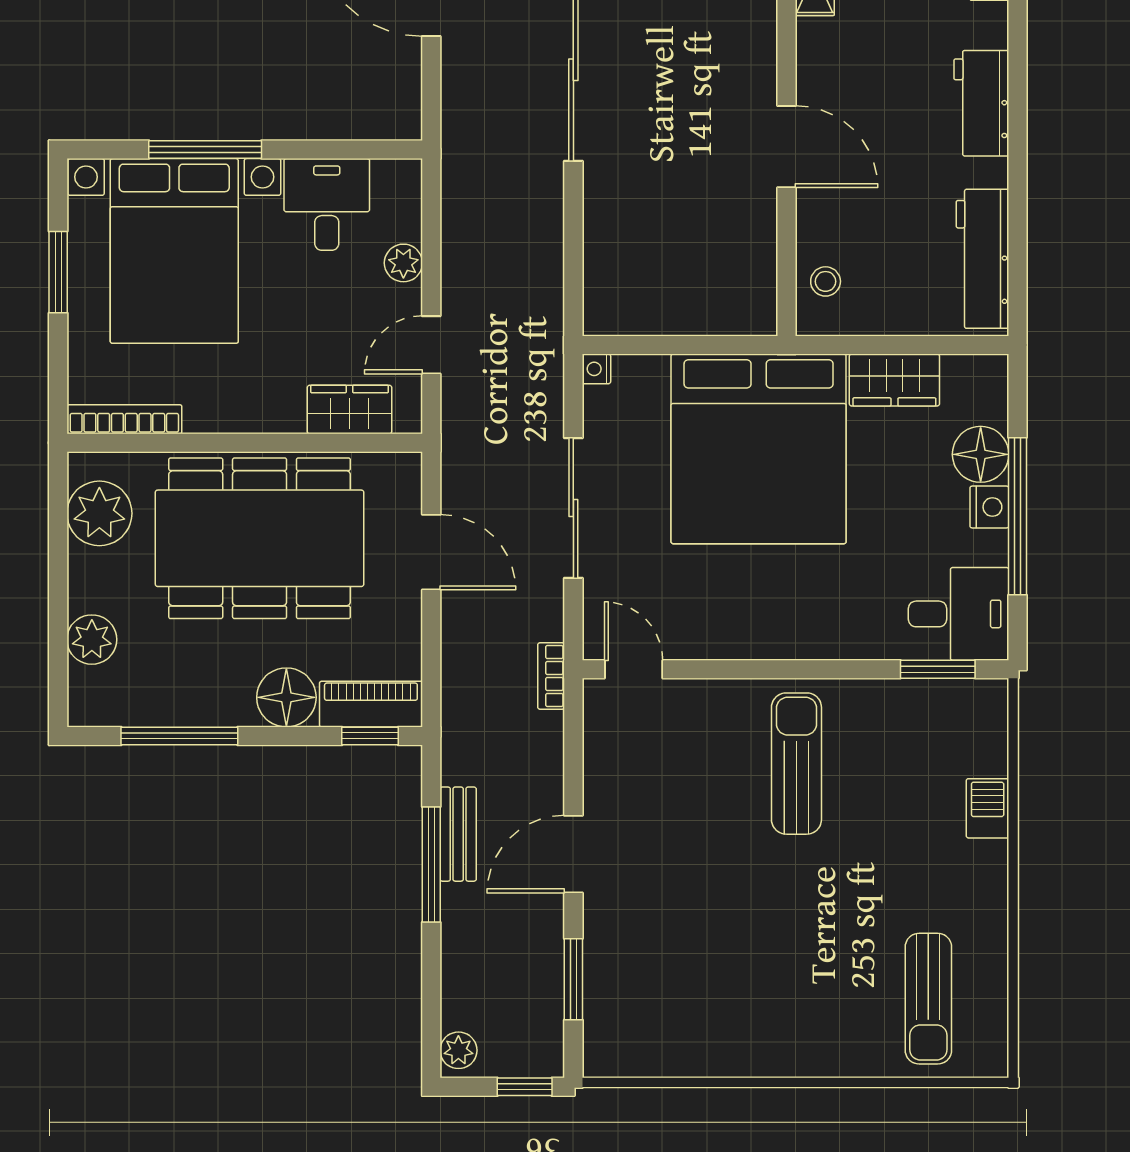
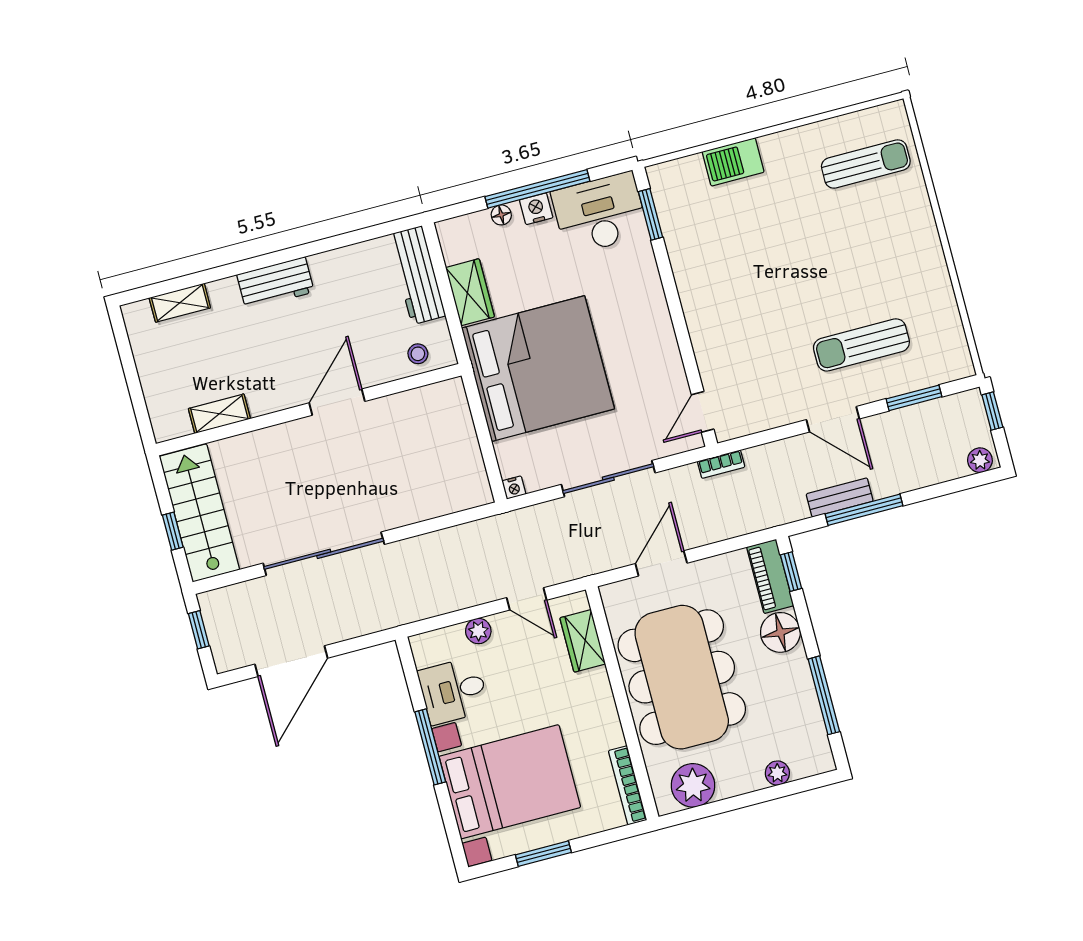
window: (205, 150) -> (430, 747), moved
workbench: (983, 259) -> (417, 275), moved, turned 90
floor lamp: (981, 454) -> (501, 215), width x0.53, depth x0.53
desk: (959, 614) -> (600, 213), width x1.37
plant: (92, 640) -> (777, 773), width x0.73, depth x0.73
sun lounger: (796, 764) -> (861, 345), moved
barbecue: (988, 808) -> (733, 162), width x1.38, depth x1.27

